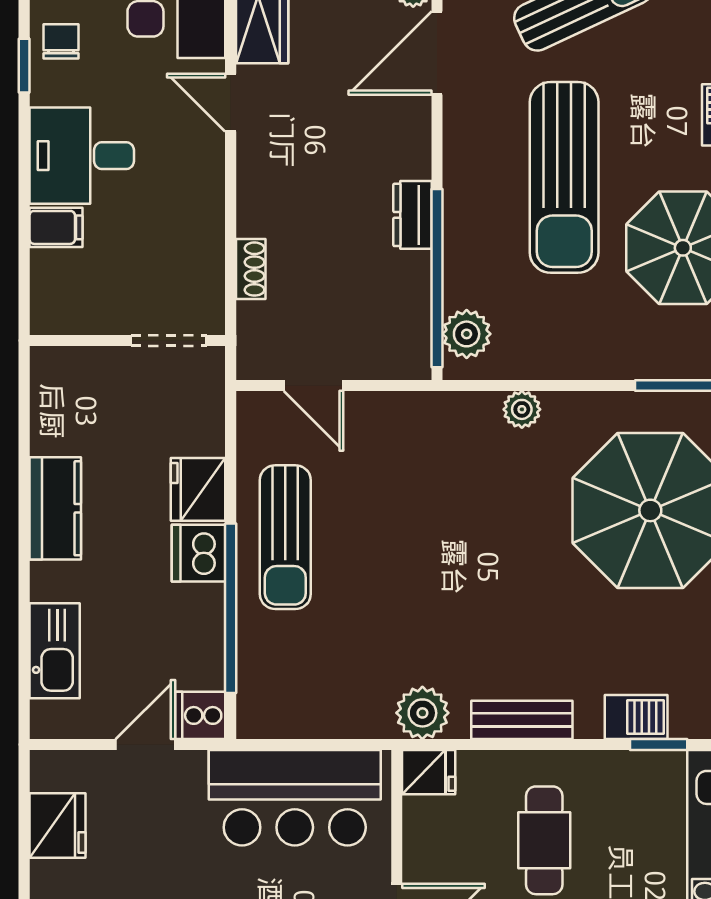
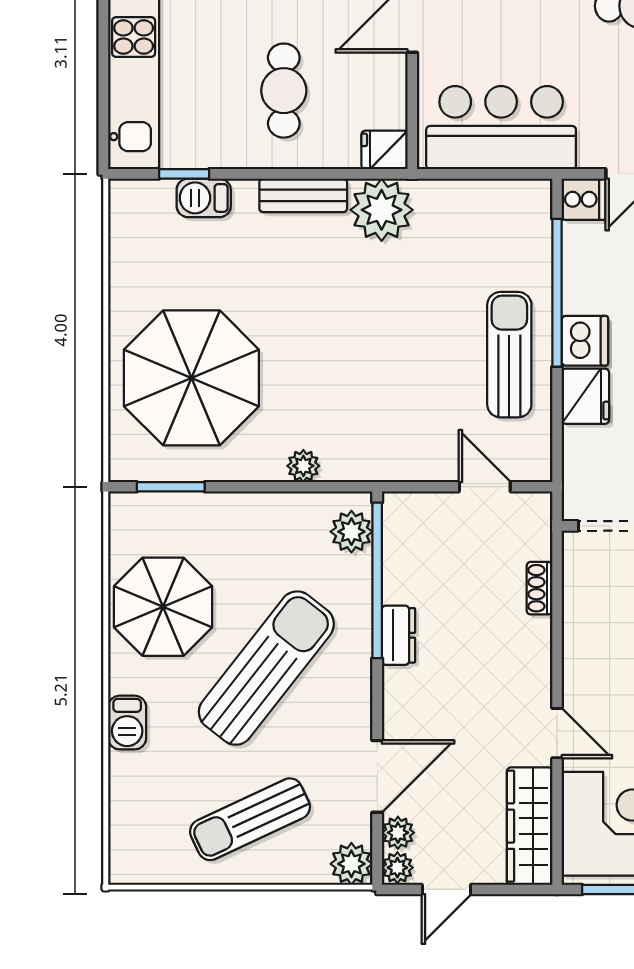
sun lounger: (564, 177) -> (266, 668), turned 38
plant: (422, 713) -> (382, 210), width x1.36, depth x1.36

